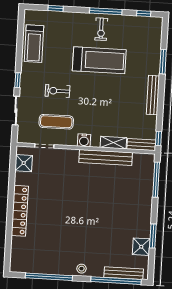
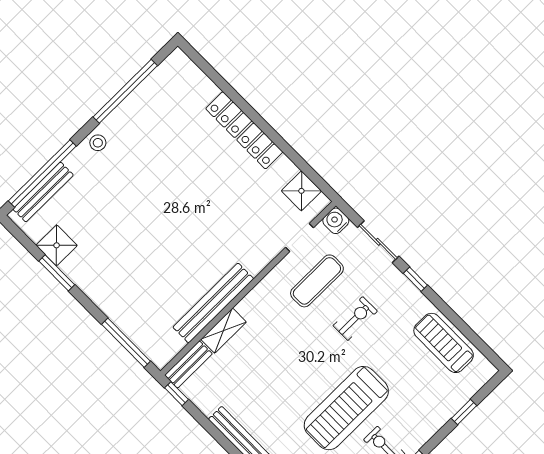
water cooler: (84, 140) -> (336, 221), moved

